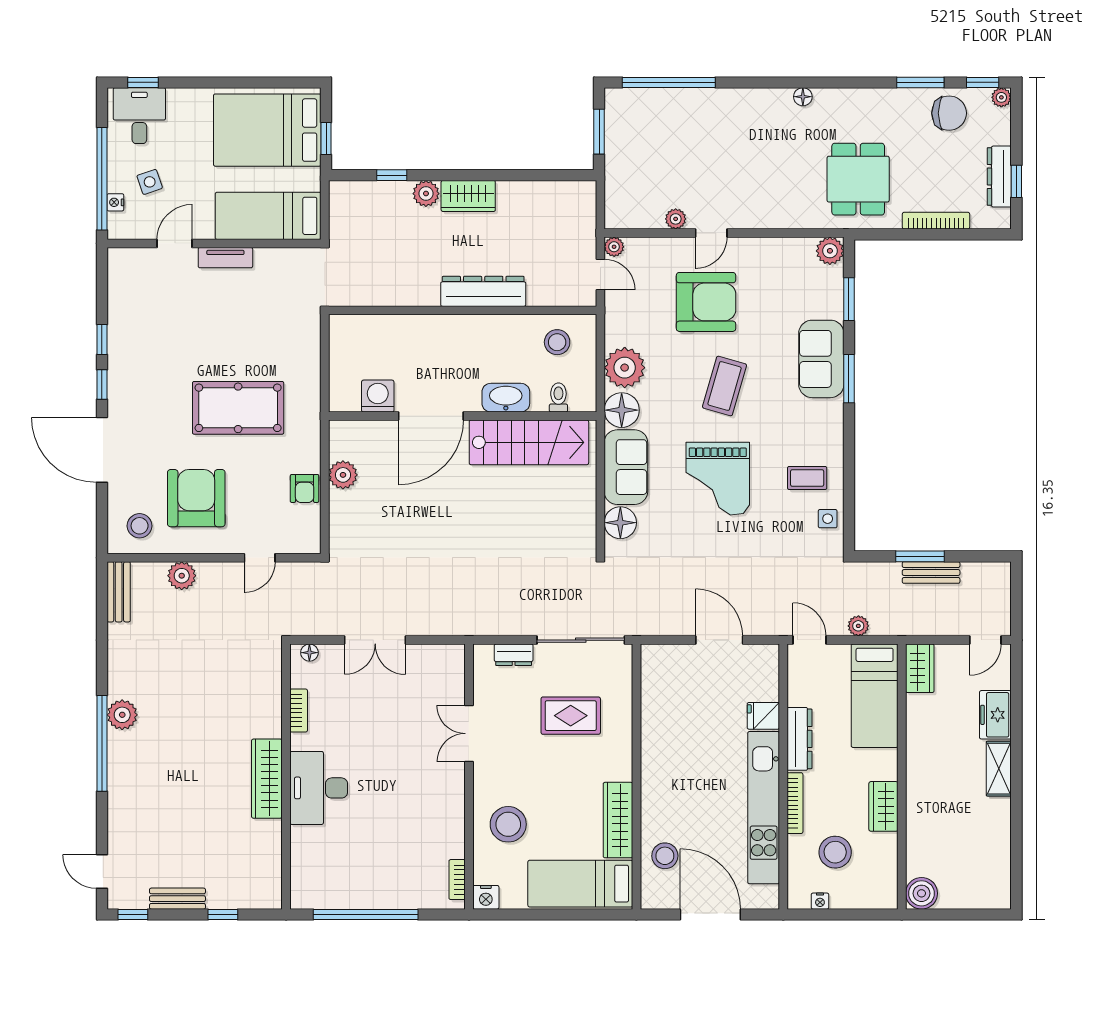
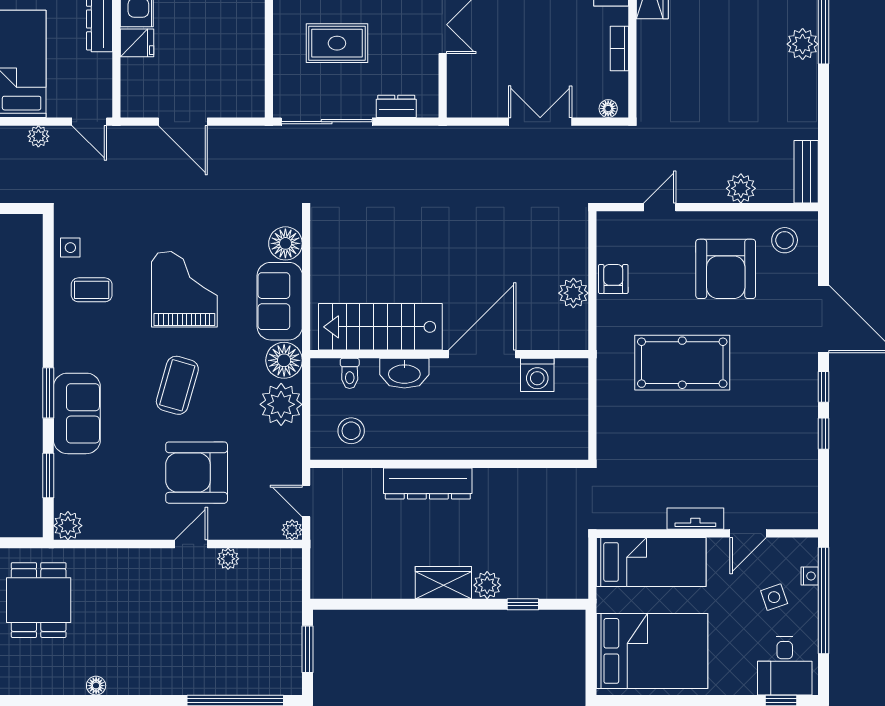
window: (326, 139) -> (591, 642), removed

